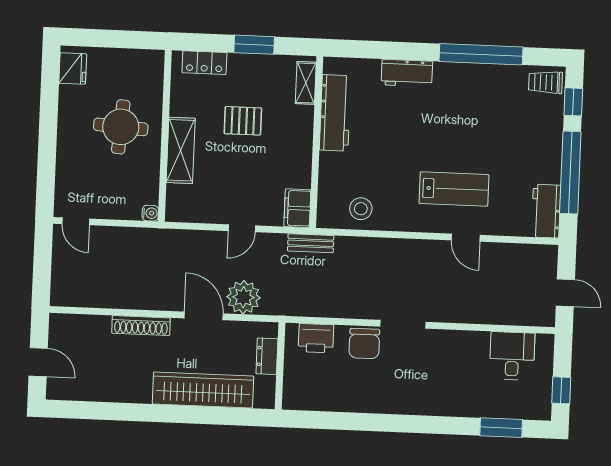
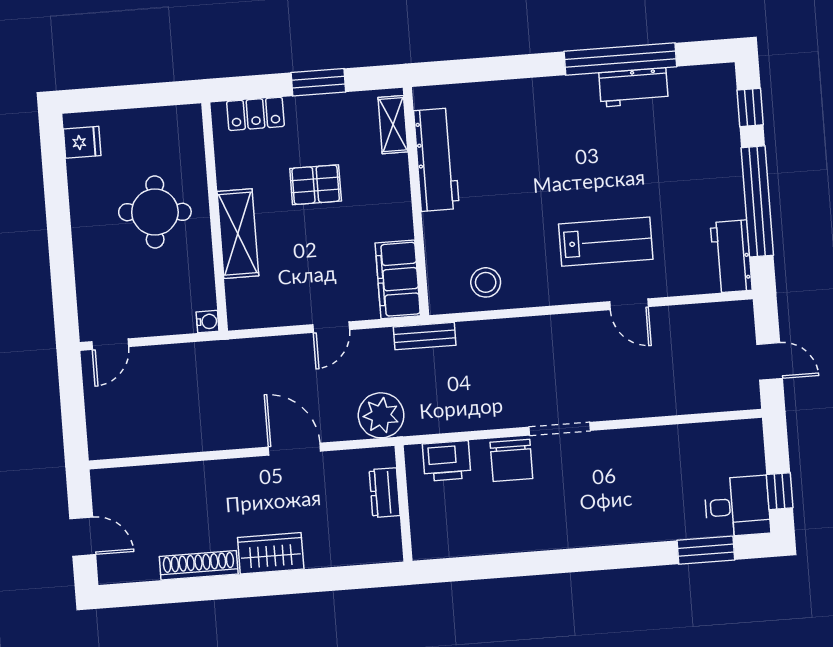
fridge: (73, 68) -> (82, 142), width x0.72
workbench: (407, 73) -> (634, 87), moved
trolley: (545, 82) -> (710, 86), removed
filing cabinet: (297, 208) -> (398, 279), width x1.50, depth x1.17
door: (76, 221) -> (110, 344), hinge flipped
plant: (243, 297) -> (381, 415), moved
shoe rack: (141, 326) -> (199, 565), moved, turned 180
desk: (512, 356) -> (737, 506), moved, turned 90
wardrobe: (203, 390) -> (271, 553), width x0.48, depth x0.85

